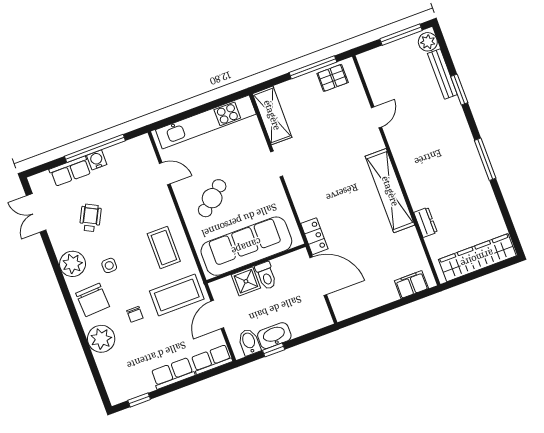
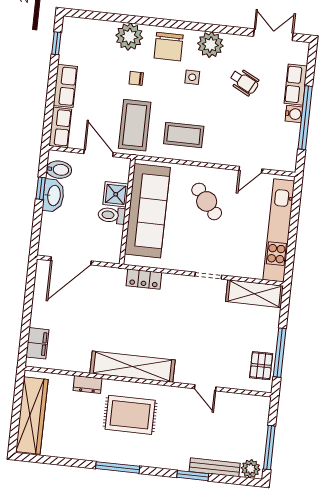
rug: (433, 171) -> (130, 415), added
locker: (314, 236) -> (144, 279), moved
door: (318, 276) -> (71, 261), moved
chair: (93, 300) -> (169, 47), turned -87

